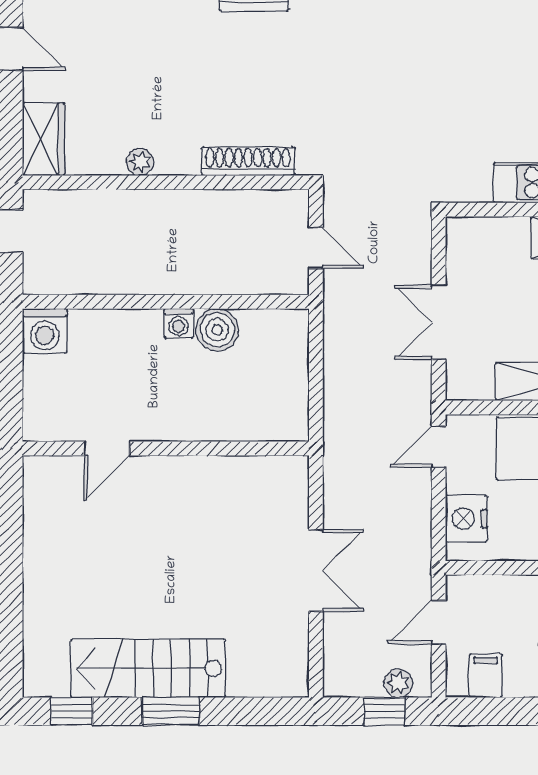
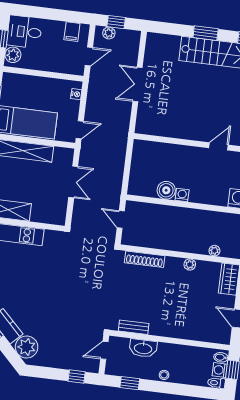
plant: (86, 202) -> (214, 251), added
nightstand: (466, 519) -> (76, 94), width x0.53, depth x0.56

